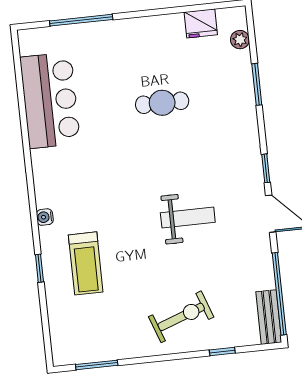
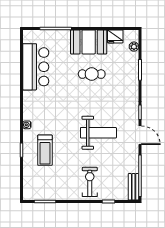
booth: (149, 40) -> (89, 42), added
weight bench: (188, 218) -> (98, 133), width x1.36, depth x1.33
exercise bike: (181, 317) -> (90, 182), turned -70

